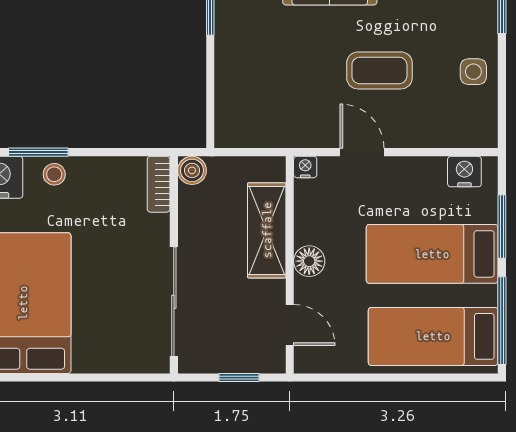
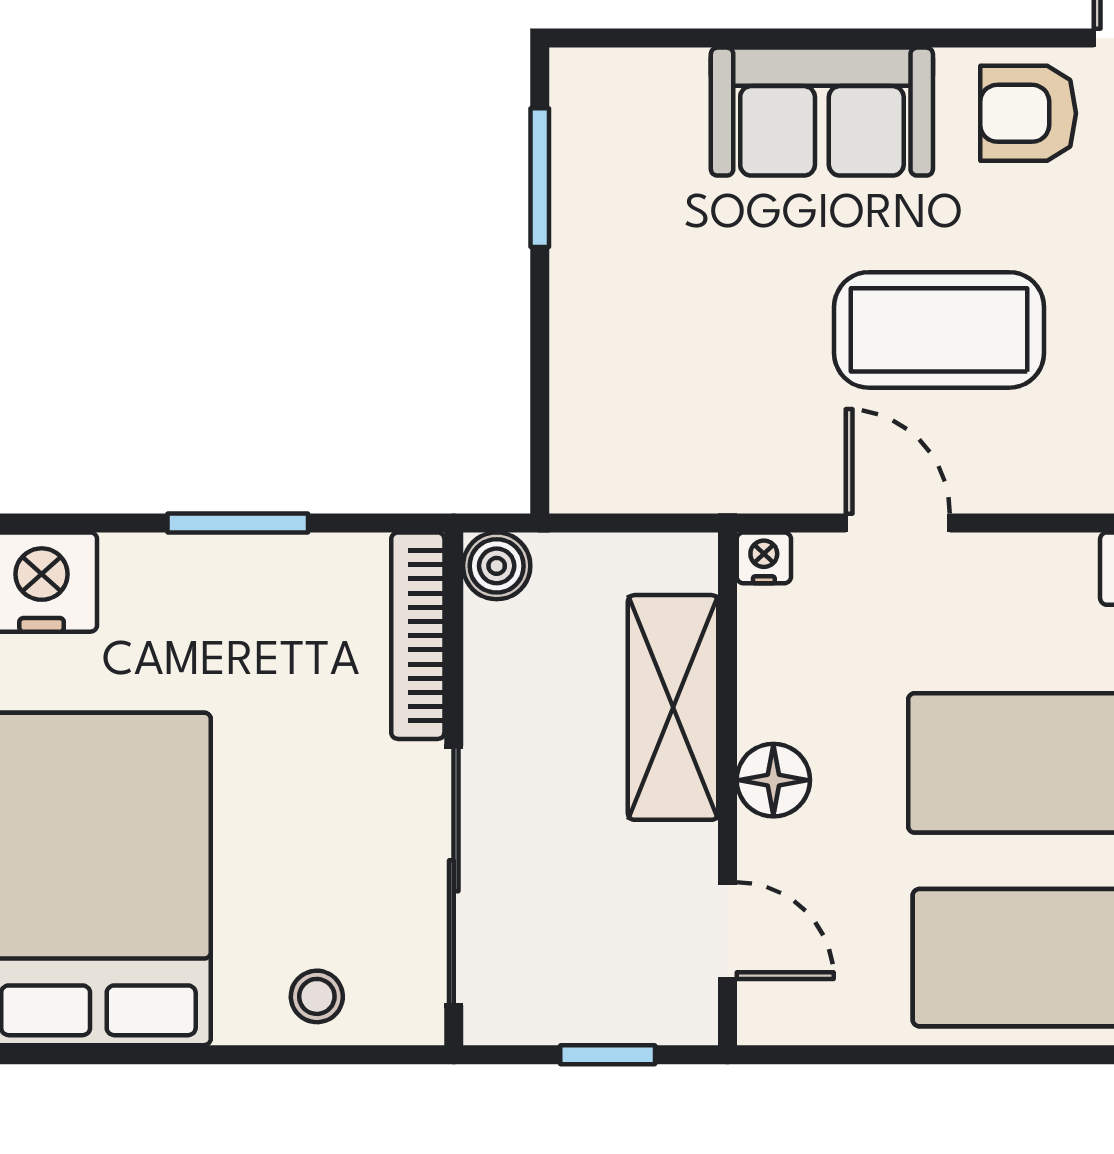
coffee table: (379, 70) -> (939, 330), width x1.36, depth x1.32
window: (38, 152) -> (238, 523), moved
stool: (54, 174) -> (317, 996), moved
bookcase: (159, 184) -> (418, 636), width x1.56

